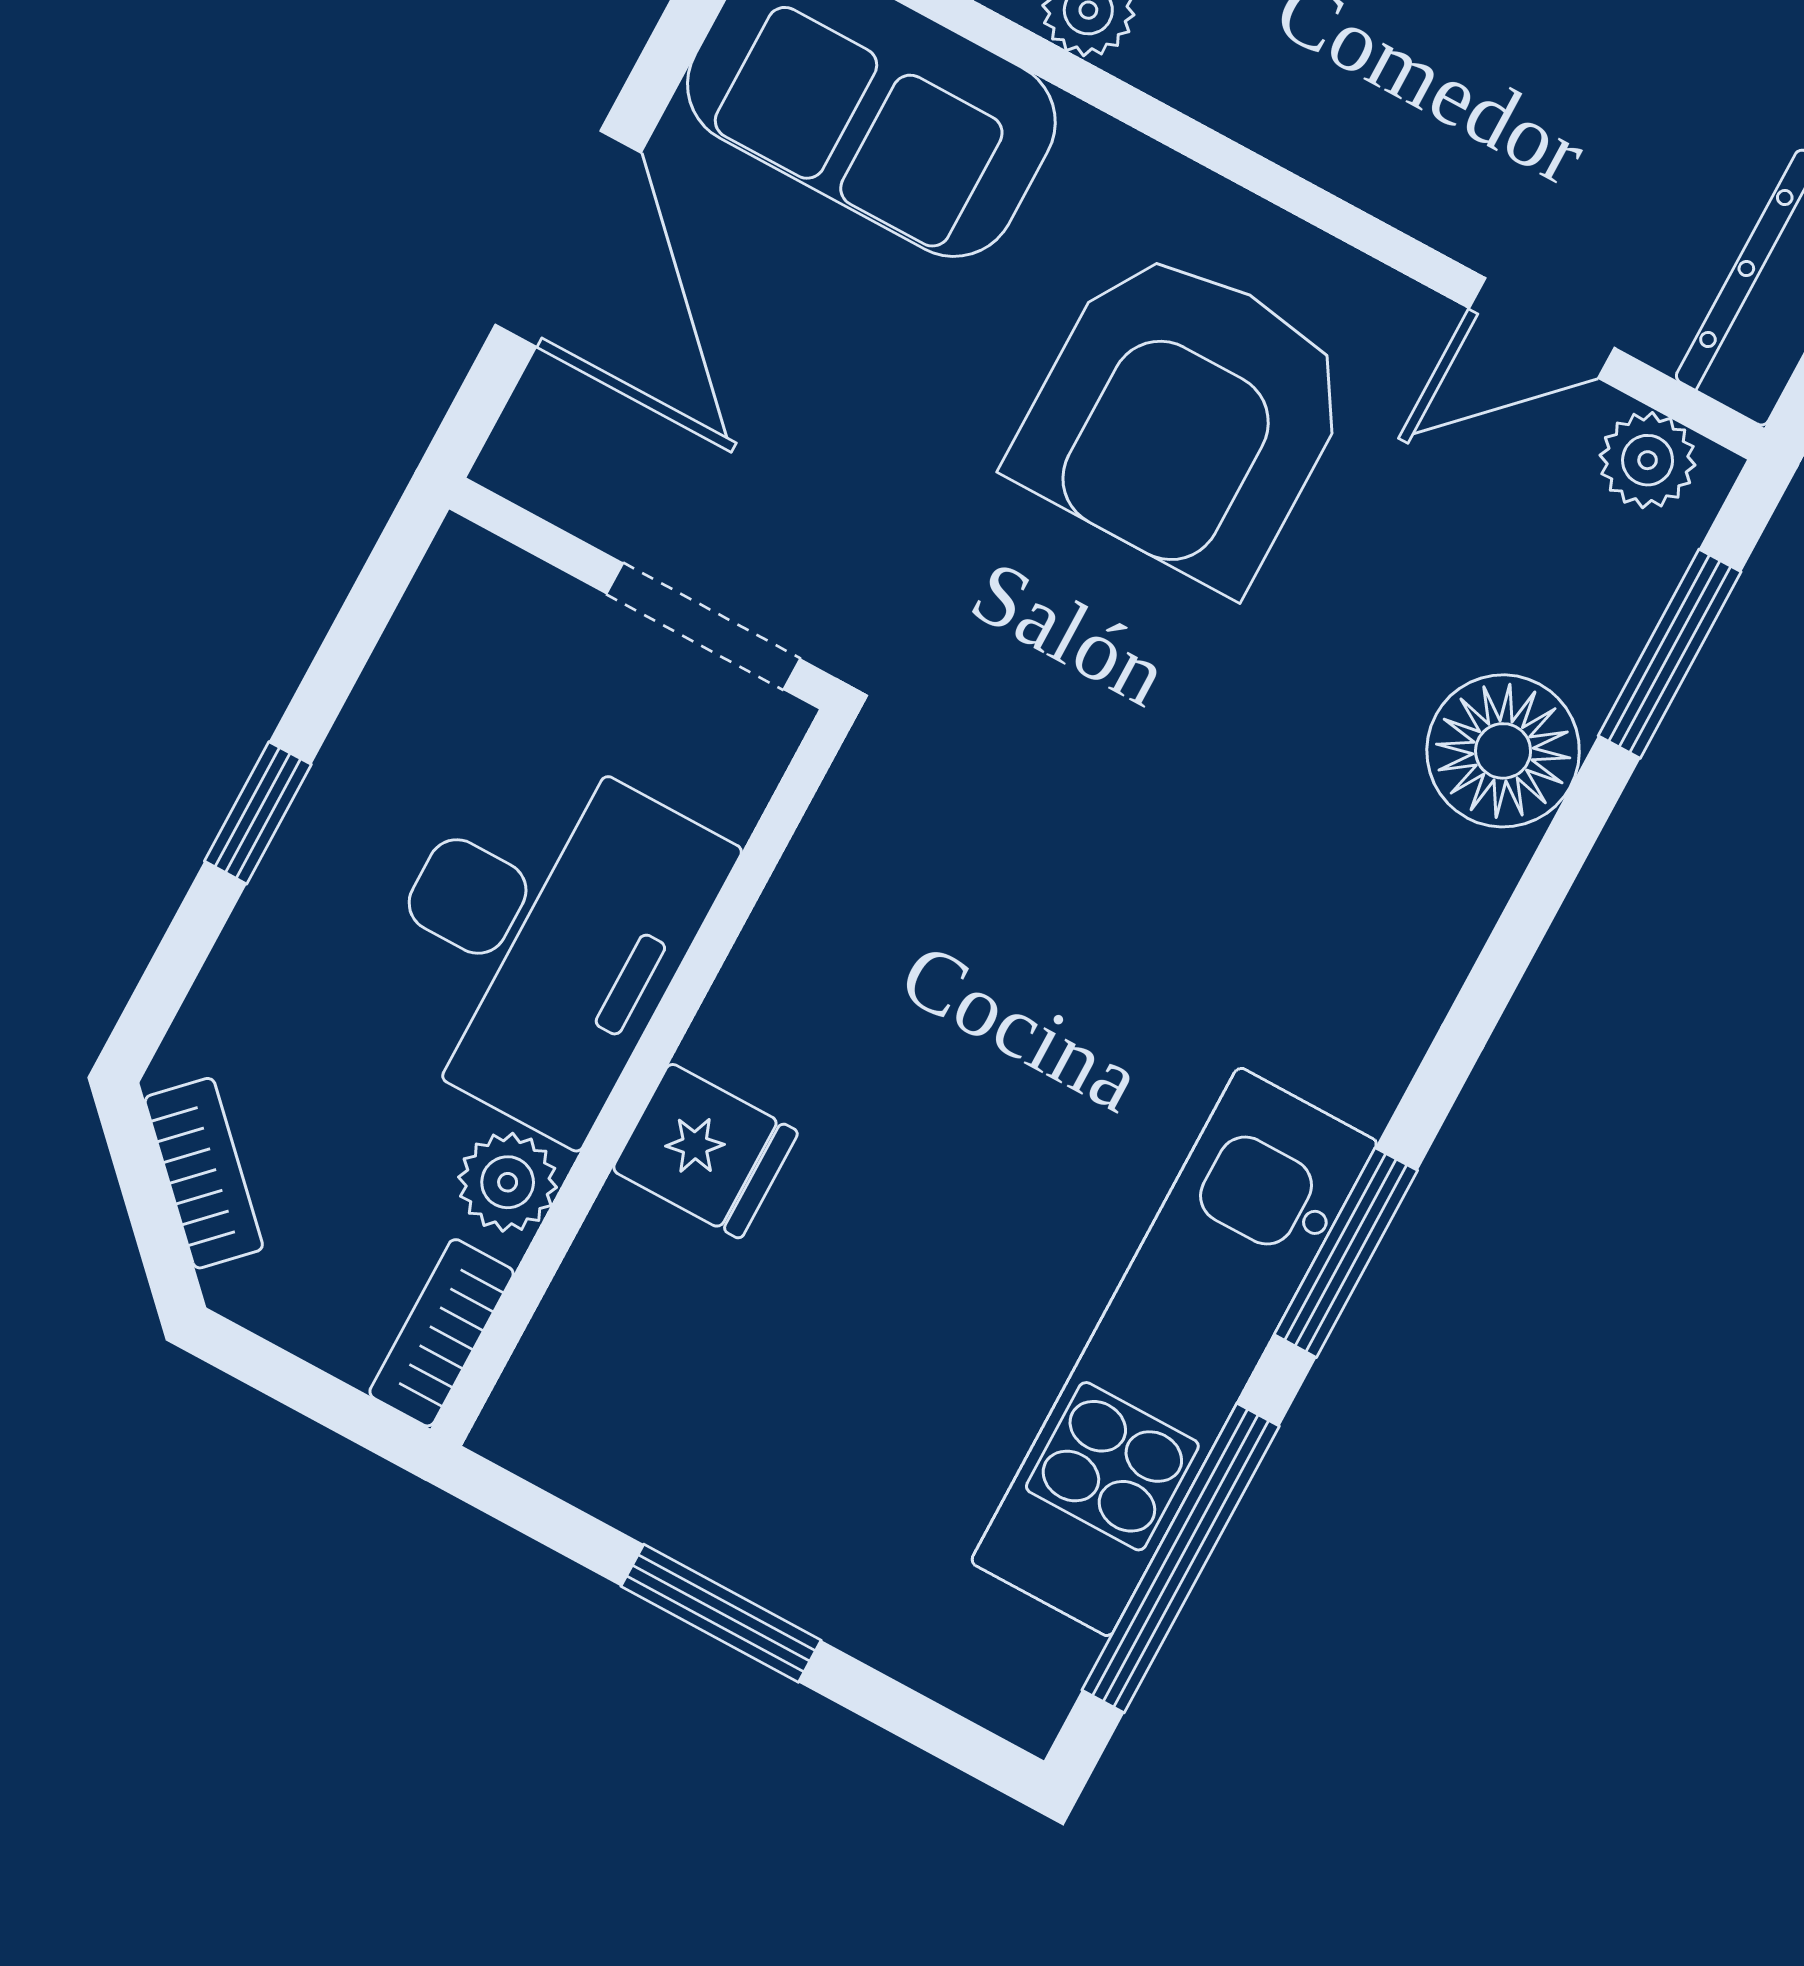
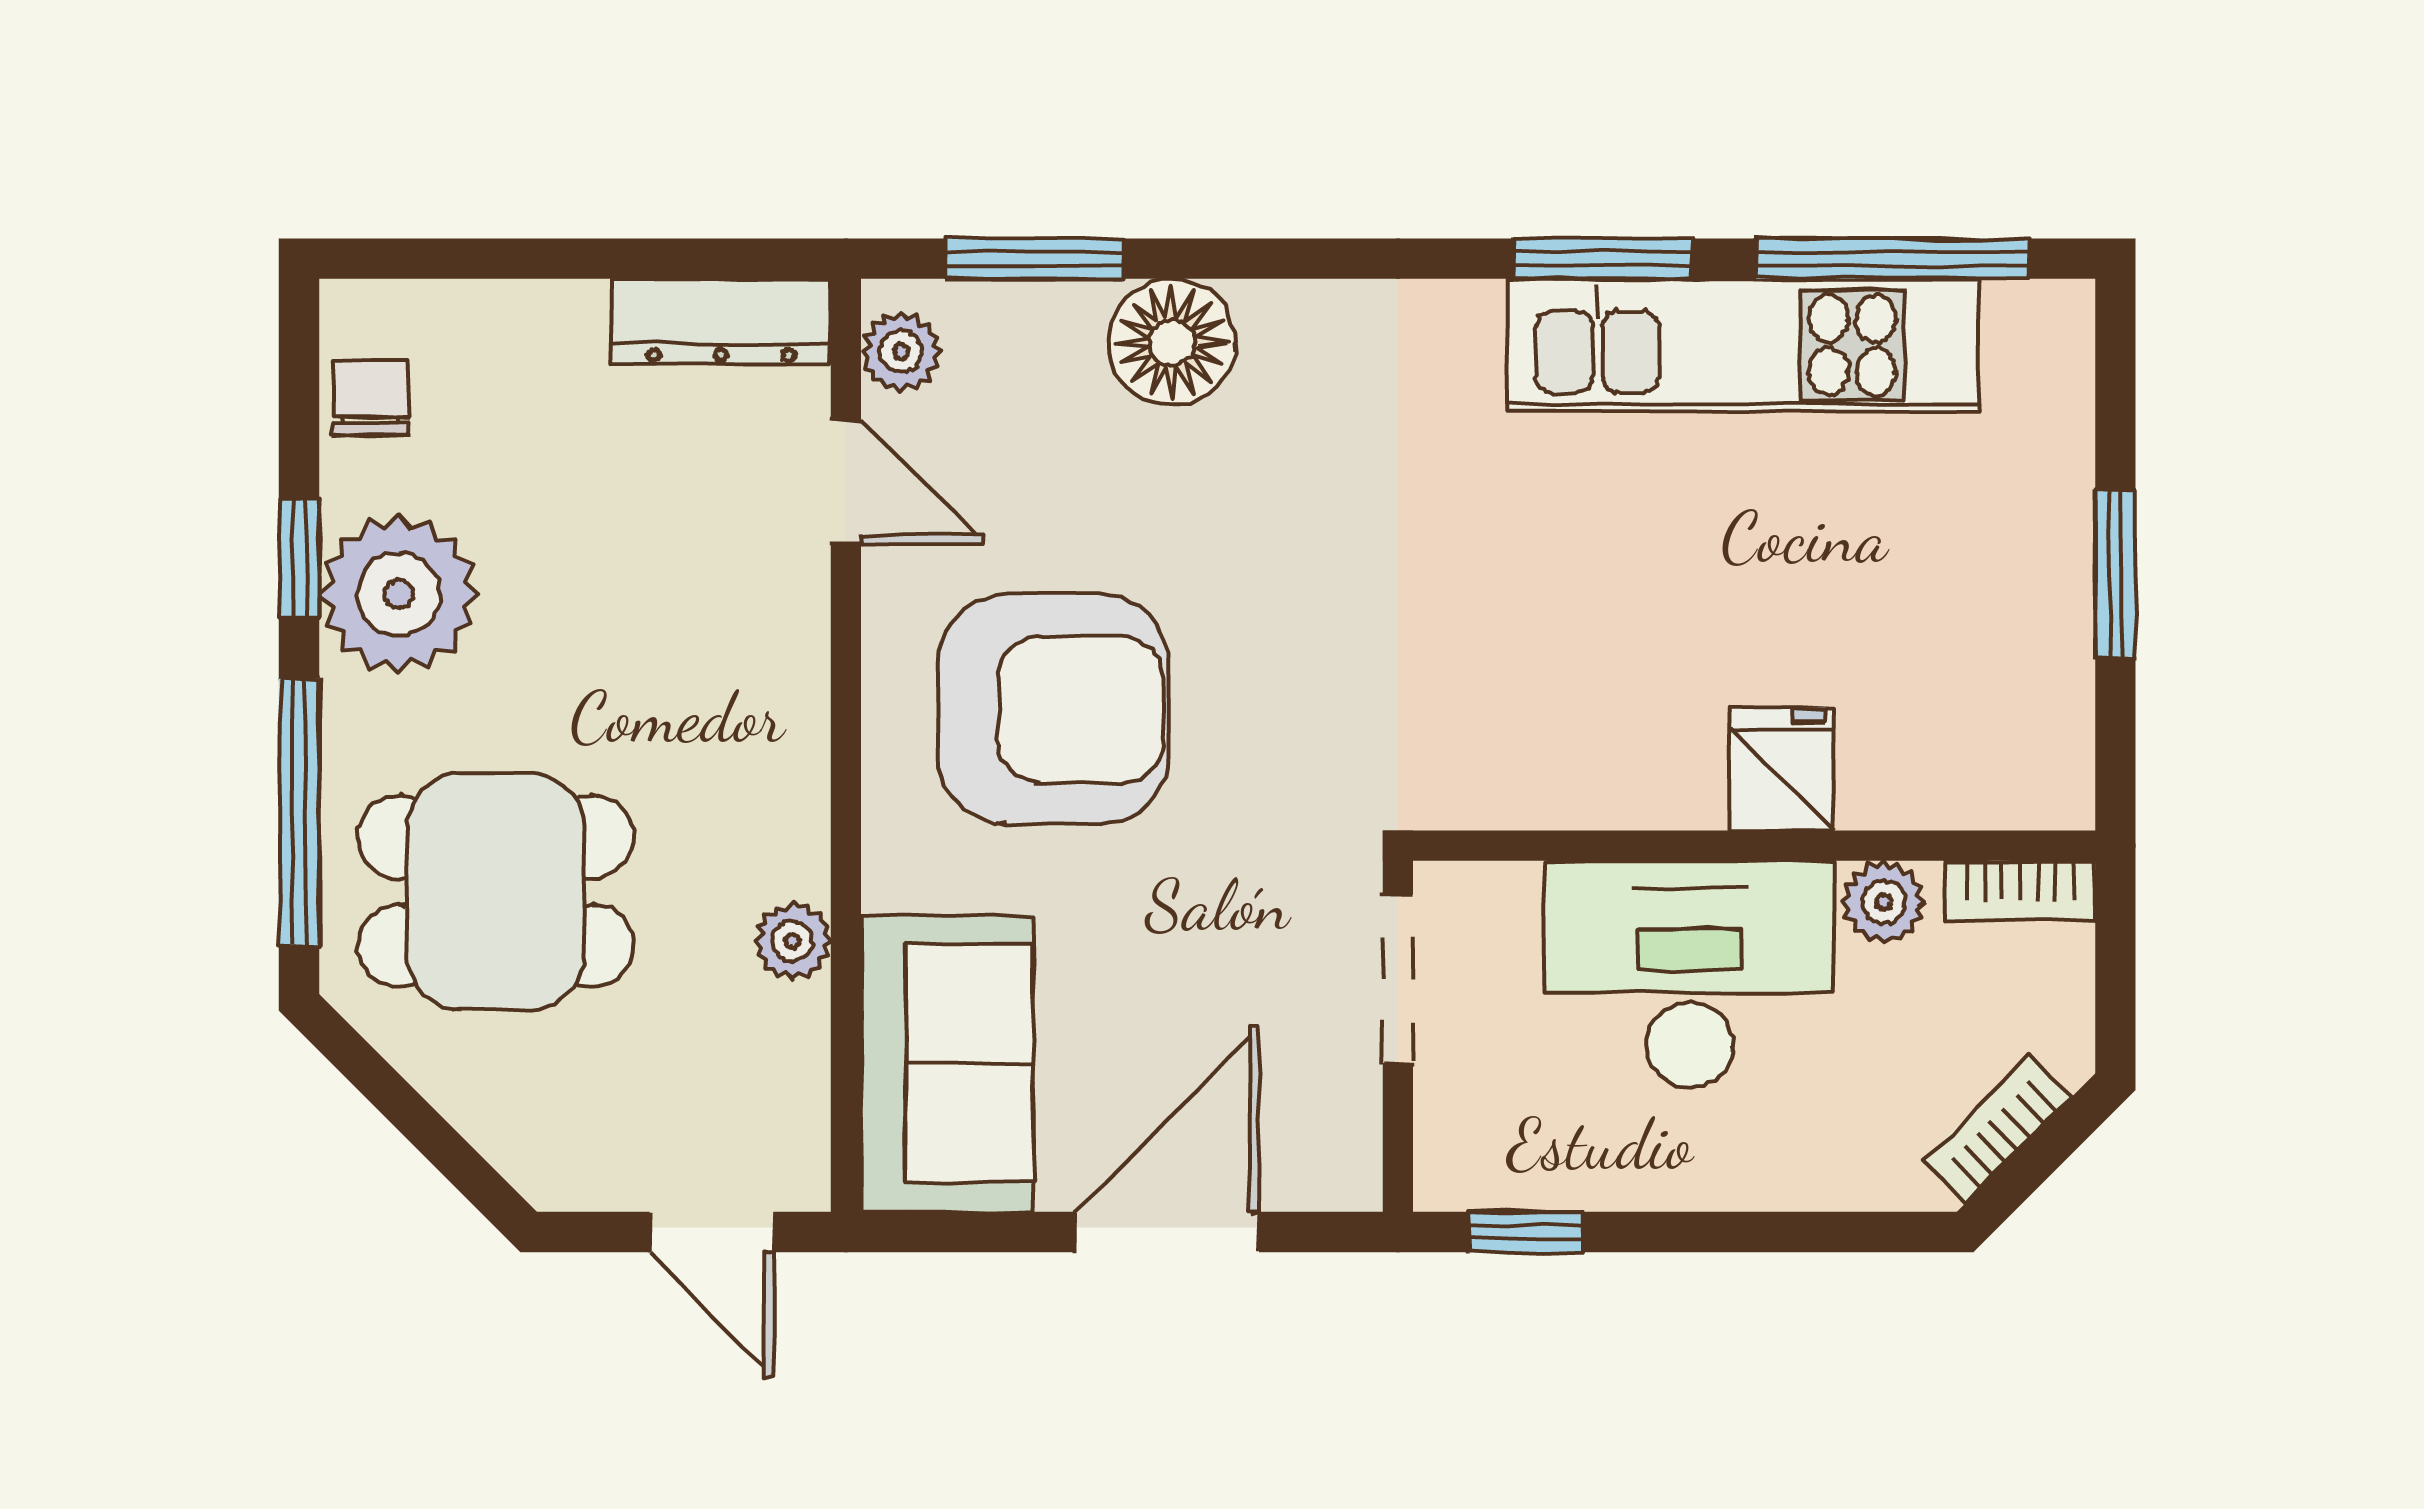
window: (258, 813) -> (1526, 1232), moved

